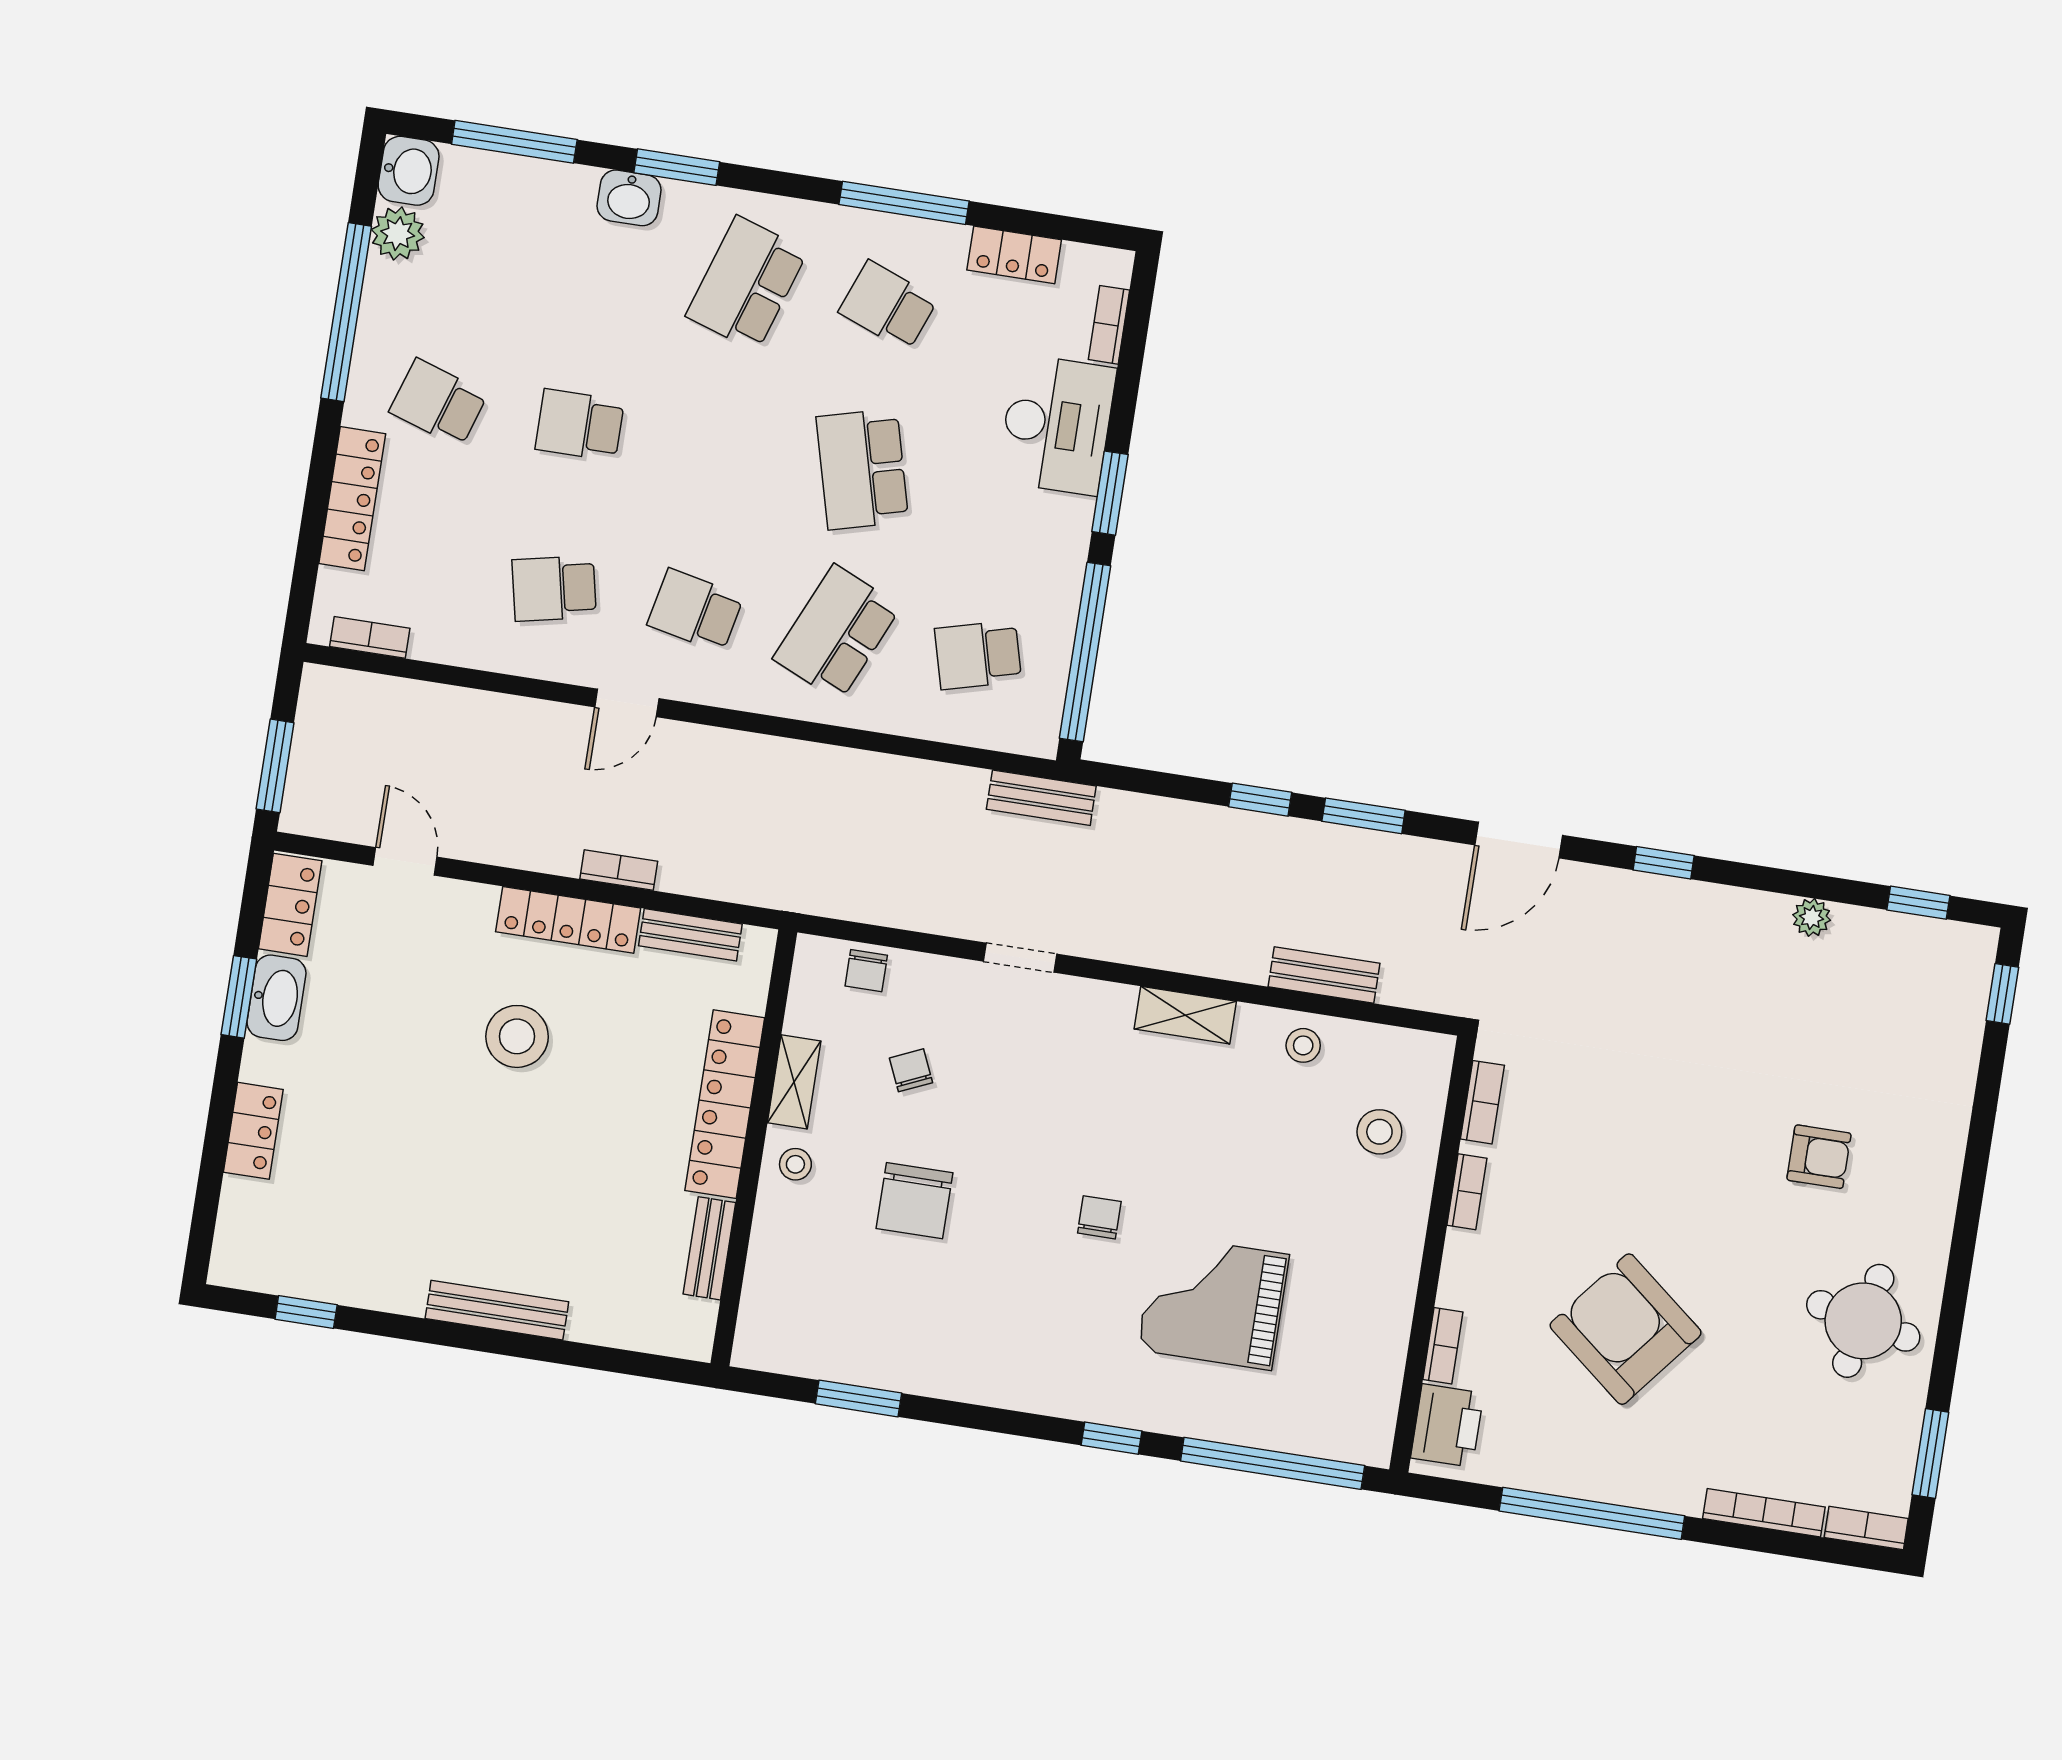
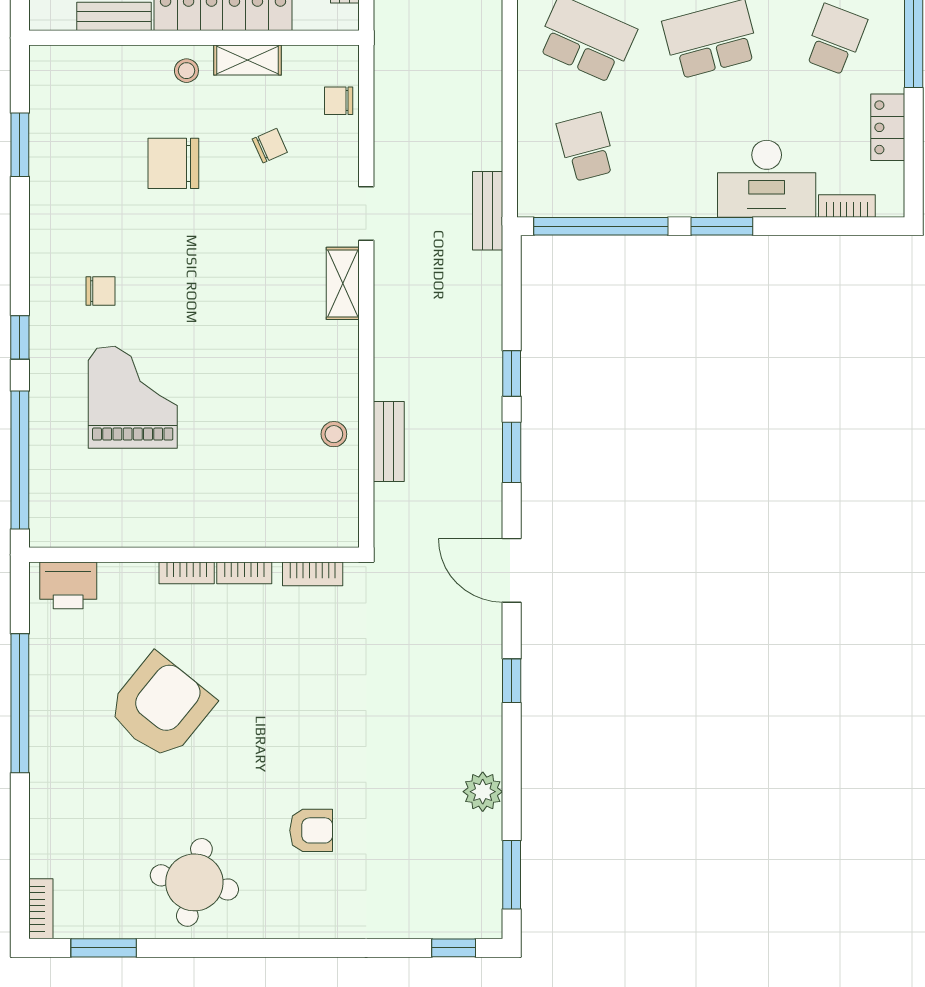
window: (1918, 903) -> (512, 875), width x1.50
plant: (1812, 917) -> (483, 792), width x1.38, depth x1.38
shelving: (1185, 1015) -> (343, 283), moved
stool: (1379, 1132) -> (279, 501), removed
armchair: (1819, 1157) -> (311, 830), turned -90
chair: (1099, 1217) -> (100, 291), moved
bookcase: (1443, 1346) -> (187, 573), moved
bookcase: (1764, 1513) -> (40, 831), removed

